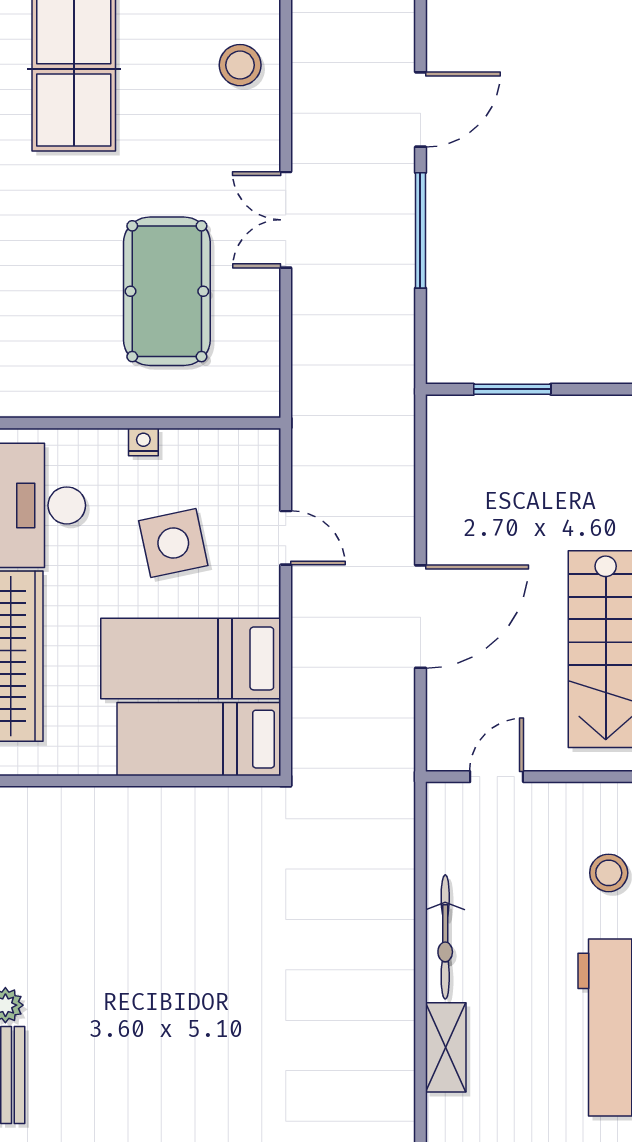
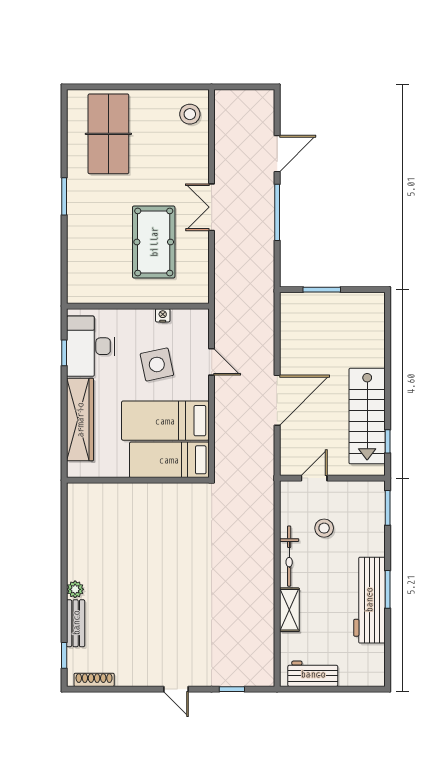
stool: (240, 65) -> (190, 114), moved
nightstand: (143, 442) -> (163, 315), moved
stool: (609, 873) -> (324, 528), moved

